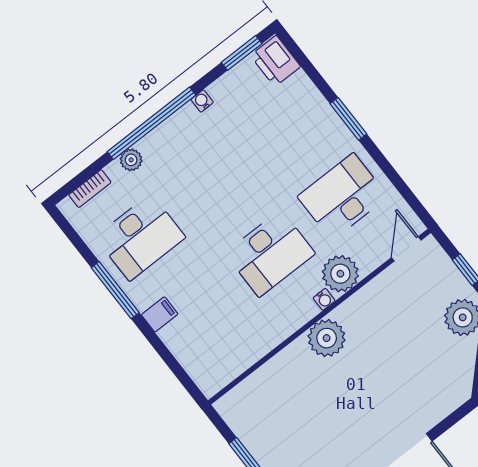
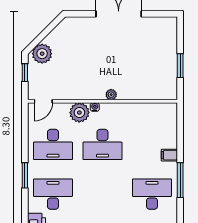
desk: (286, 124) -> (53, 194), added
desk: (270, 253) -> (102, 144), turned 180
plant: (327, 338) -> (111, 95), width x0.53, depth x0.53

